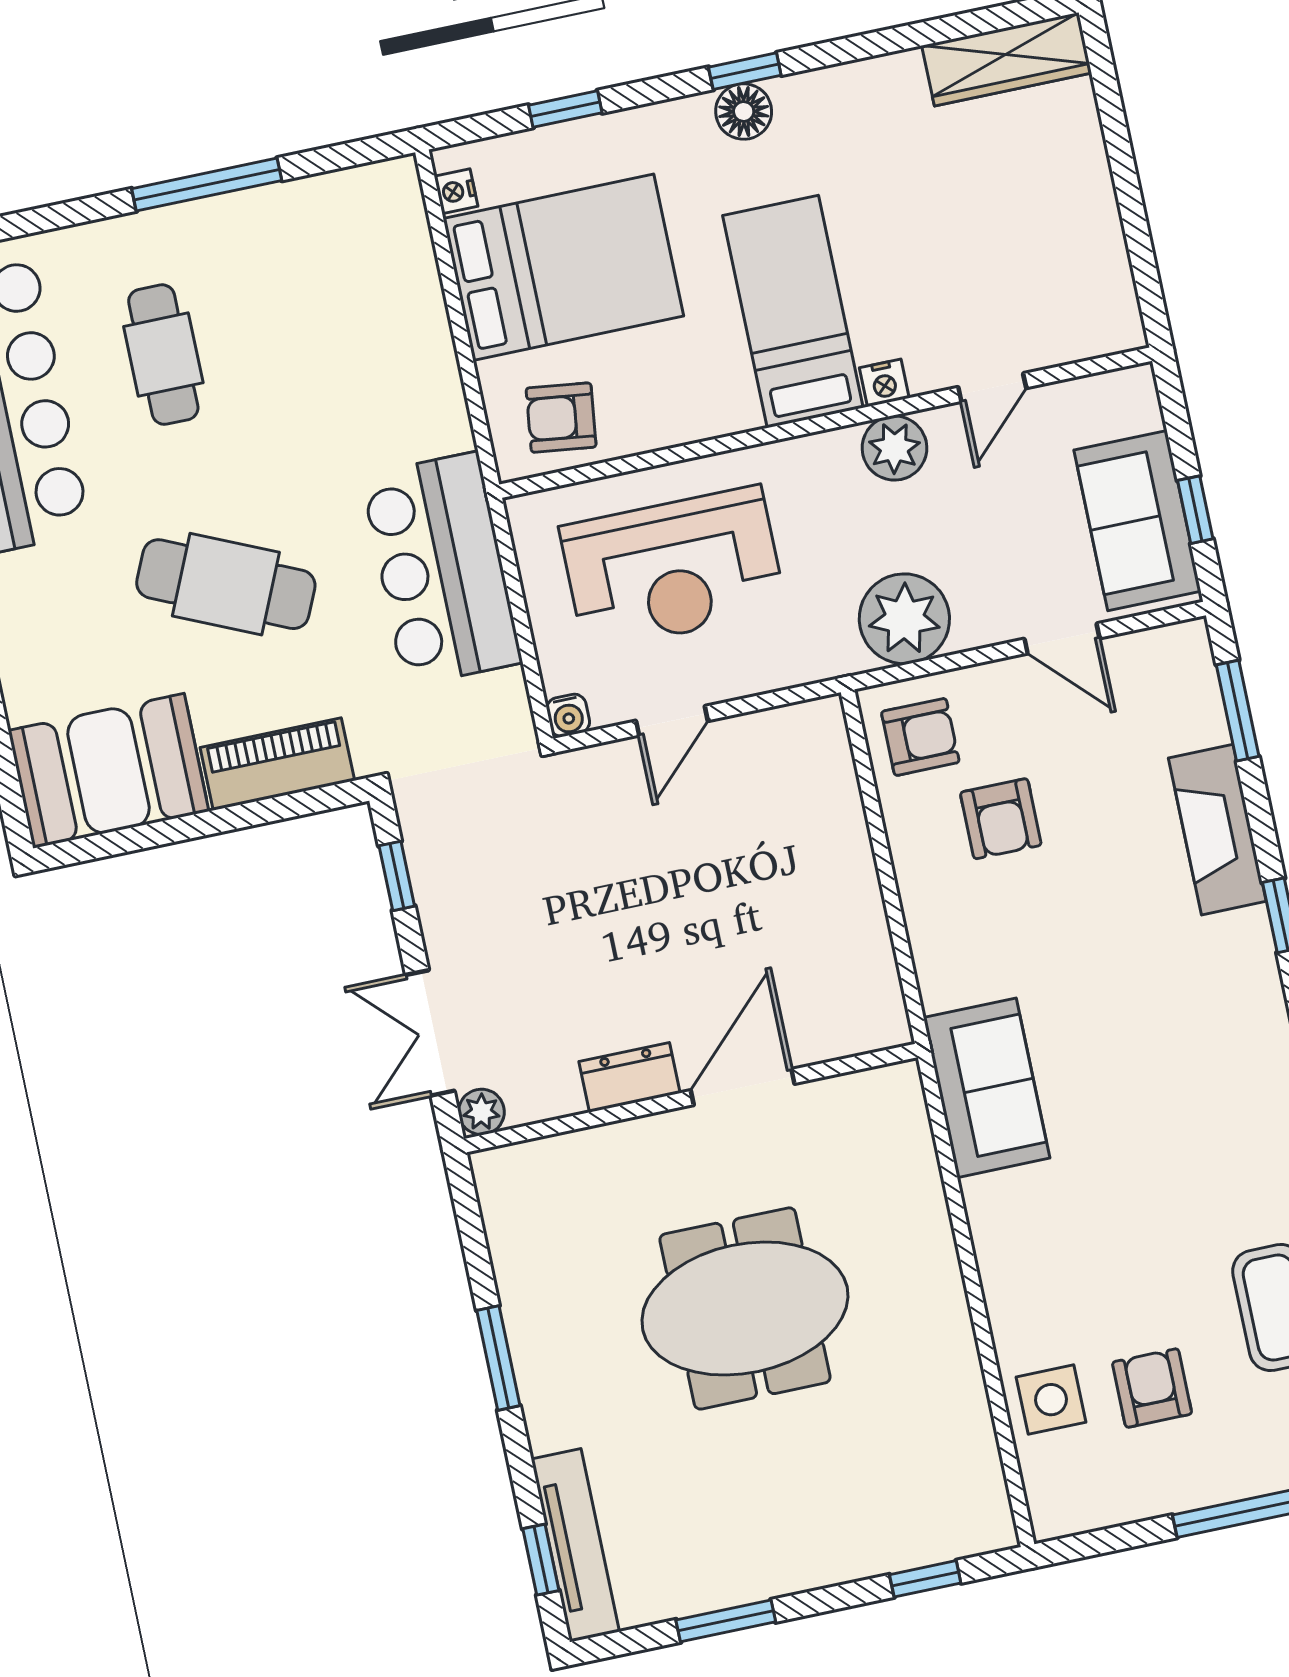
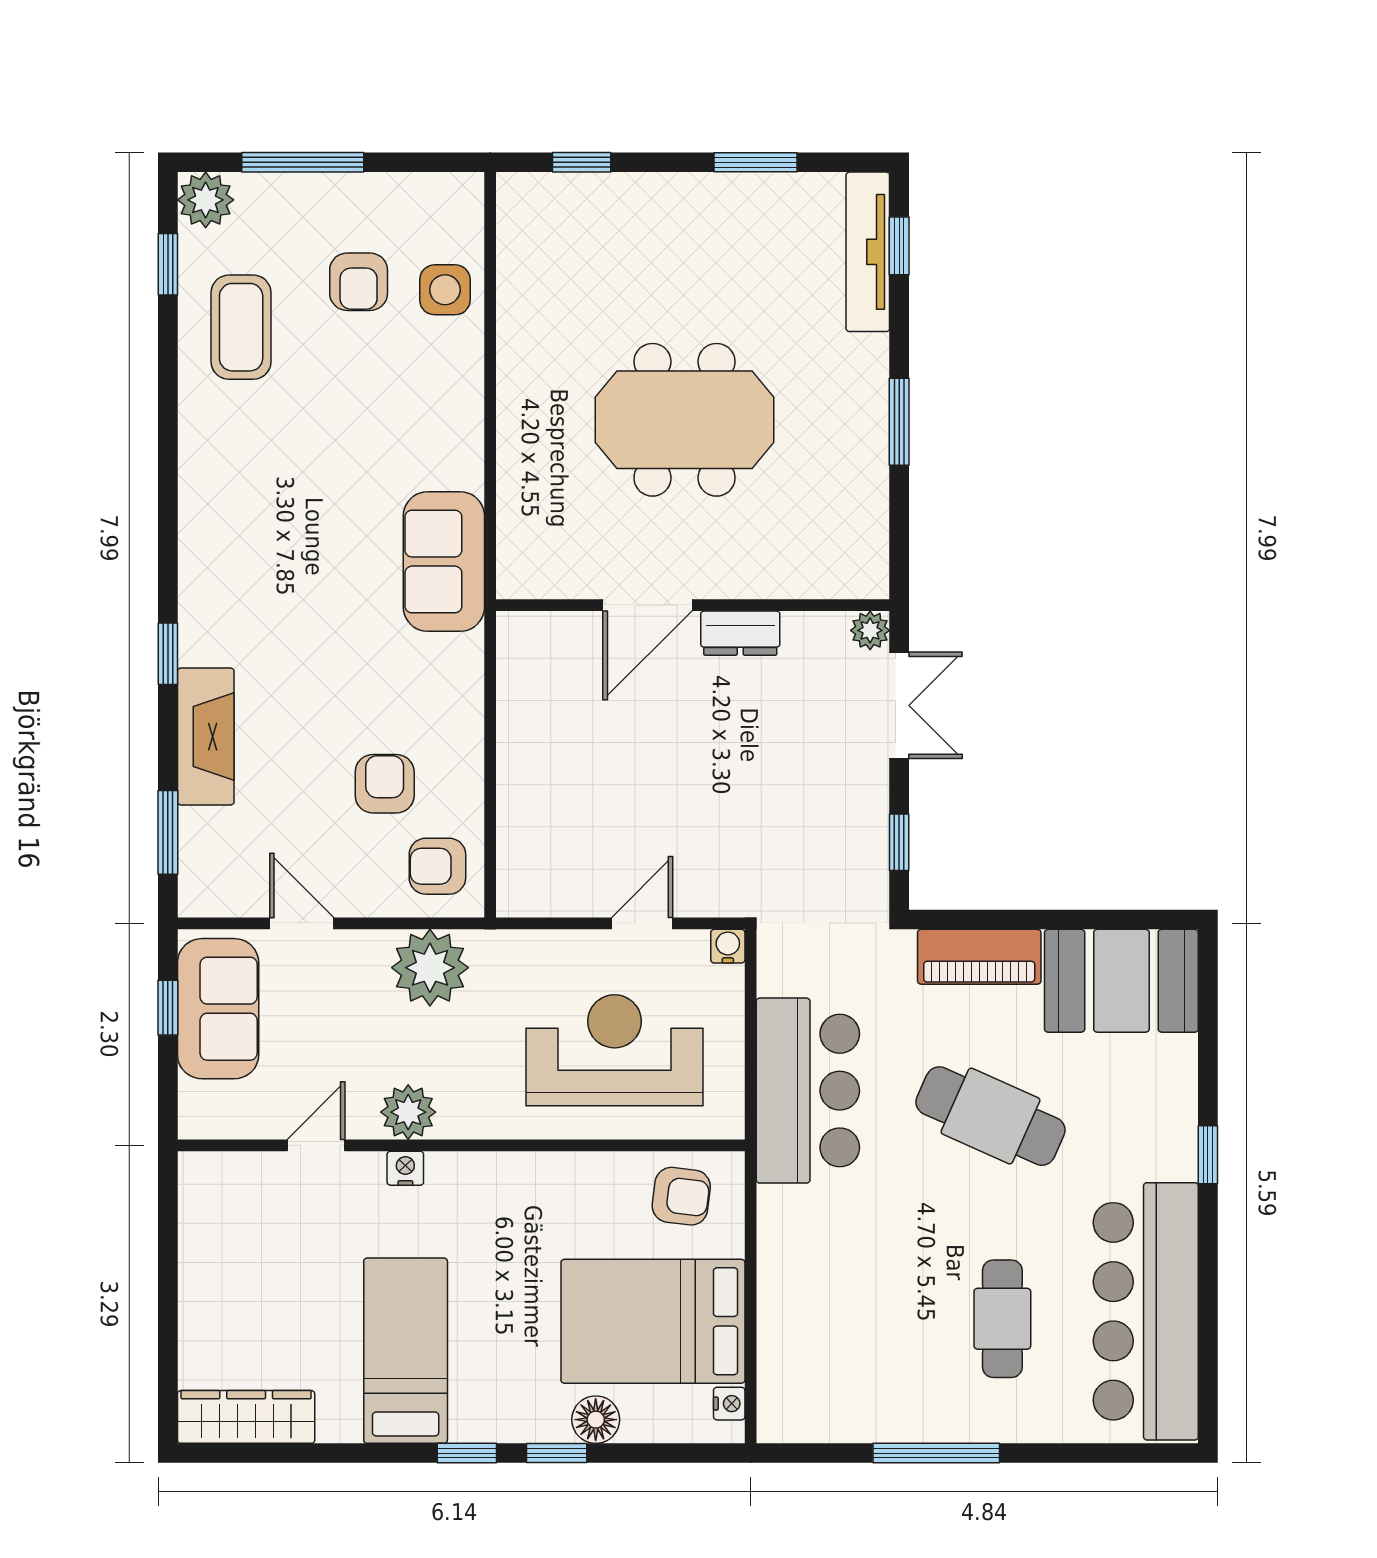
window: (565, 109) -> (557, 1453), moved
floor lamp: (744, 111) -> (596, 1420), moved
bed: (793, 312) -> (406, 1351), moved, turned 180

